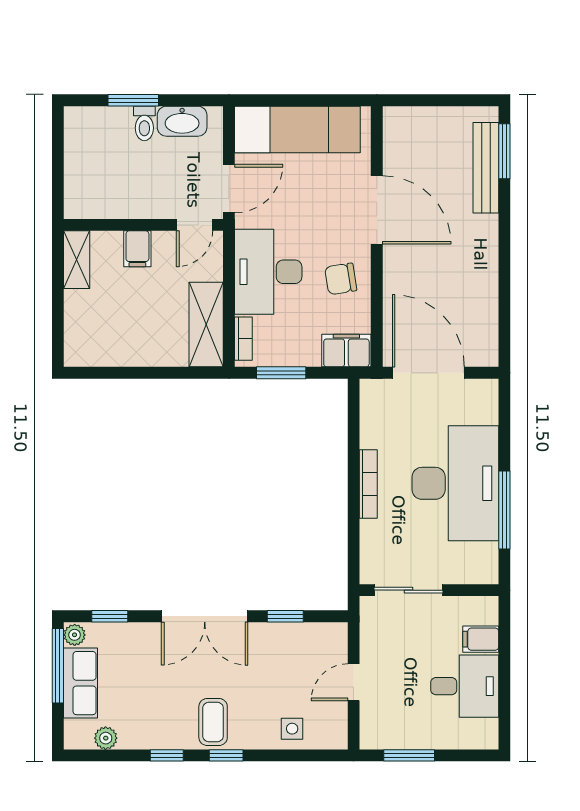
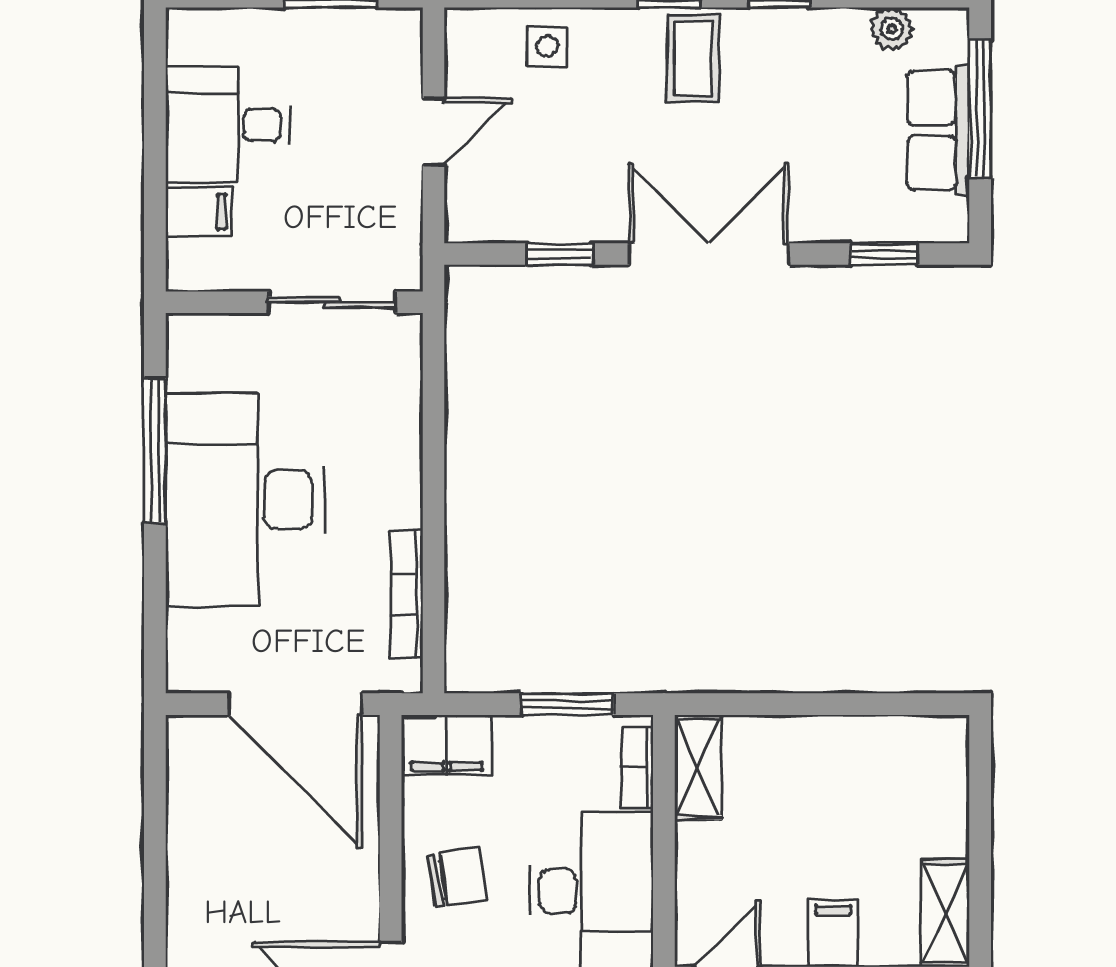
shelving: (206, 325) -> (698, 767), width x0.67, depth x0.75
bookcase: (368, 484) -> (406, 594), moved
plant: (75, 635) -> (949, 220), removed
window: (58, 666) -> (980, 109), moved

